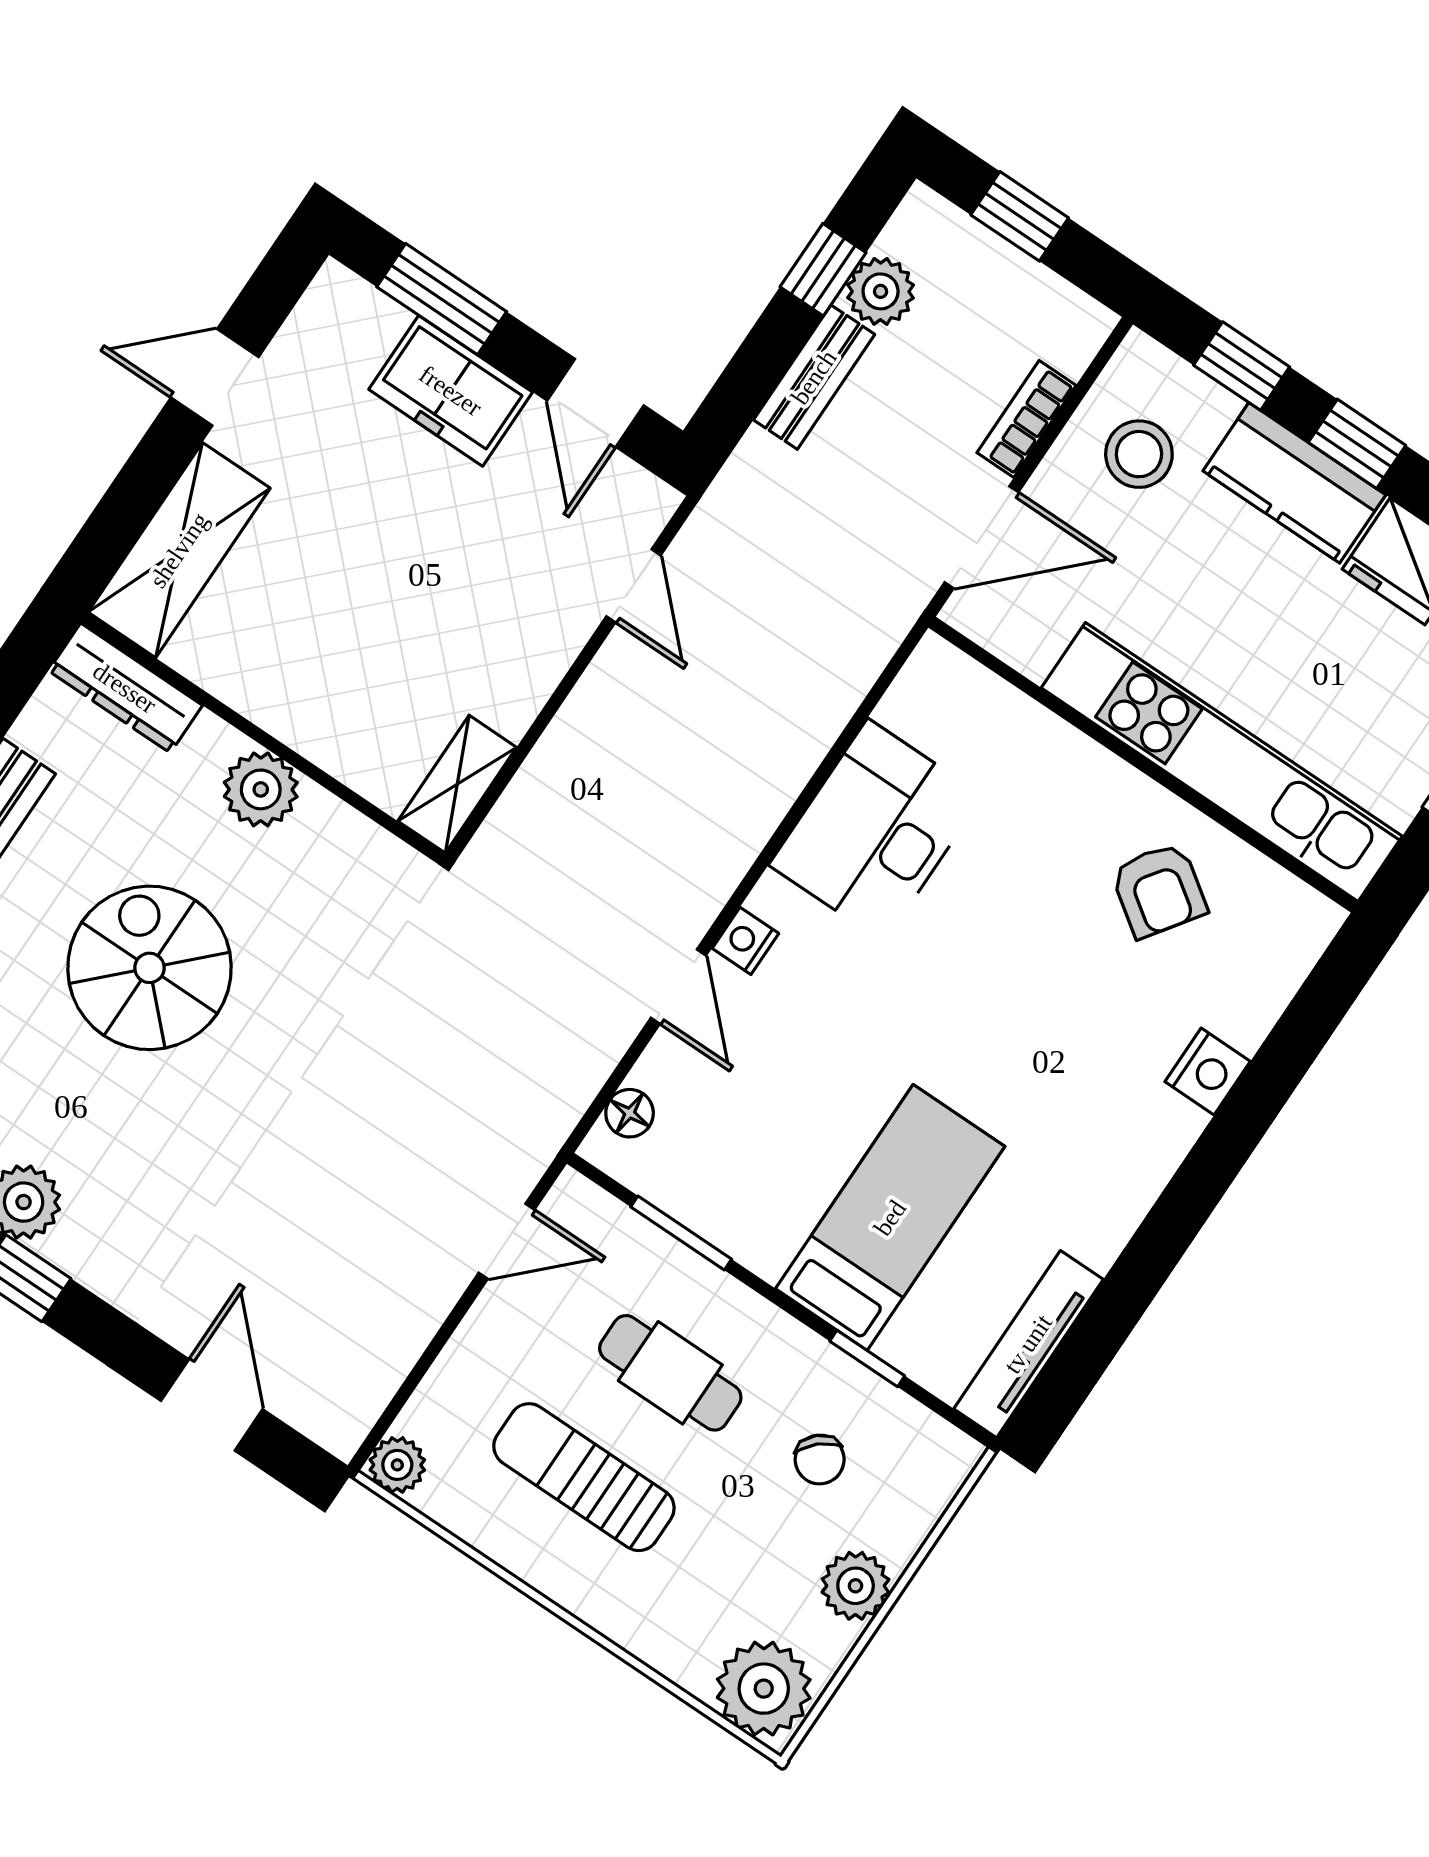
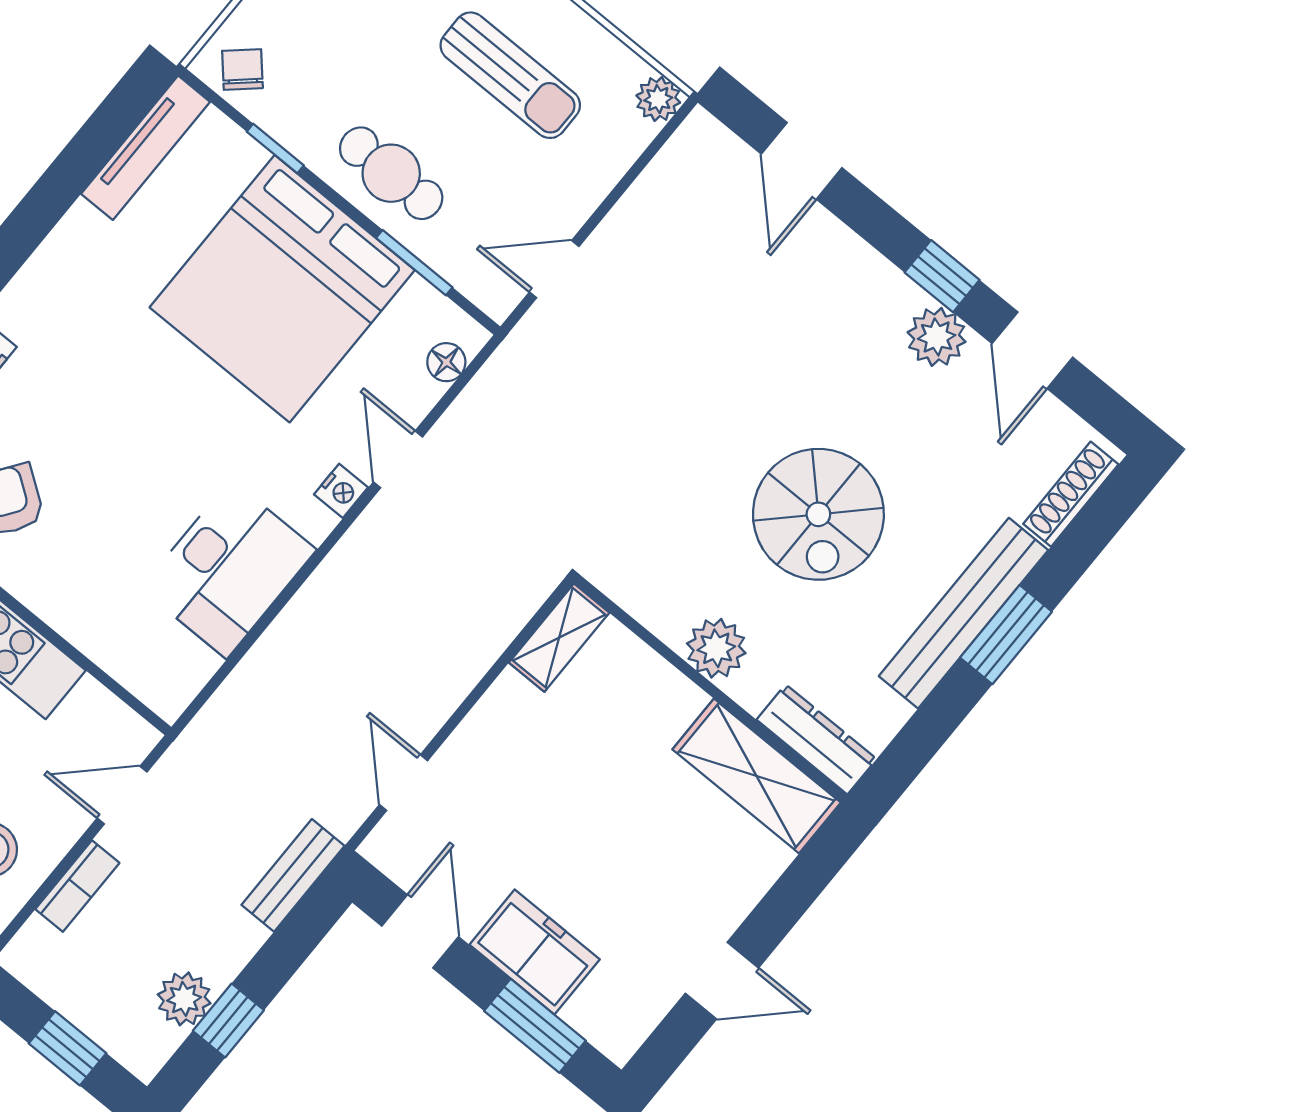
bench: (814, 377) -> (293, 875), moved
door: (981, 537) -> (122, 795), width x0.73
shelving: (179, 550) -> (757, 776), moved, turned 90
bed: (890, 1218) -> (282, 289), width x2.04
cafe table: (670, 1373) -> (391, 173), moved
chair: (820, 1459) -> (242, 69), moved

